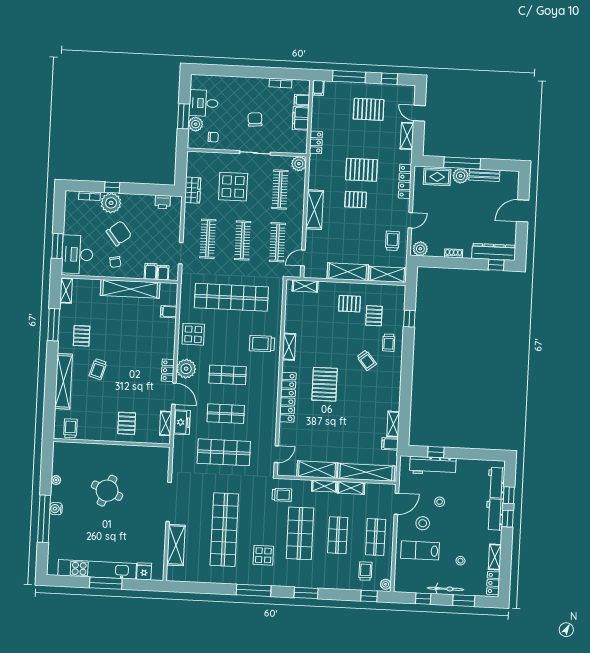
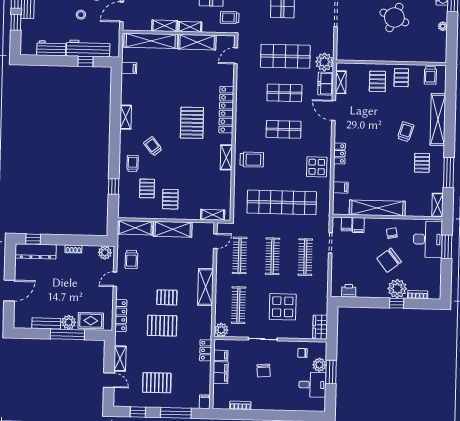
filing cabinet: (302, 100) -> (221, 355), moved
wardrobe: (193, 190) -> (320, 327), moved
pallet: (350, 304) -> (170, 199), turned 90
plant: (186, 369) -> (324, 62), moved
locker: (168, 370) -> (339, 153), moved
shelving: (393, 424) -> (126, 117), moved
pallet: (101, 427) -> (401, 78), added
workbench: (496, 483) -> (51, 48), moved, turned -90

